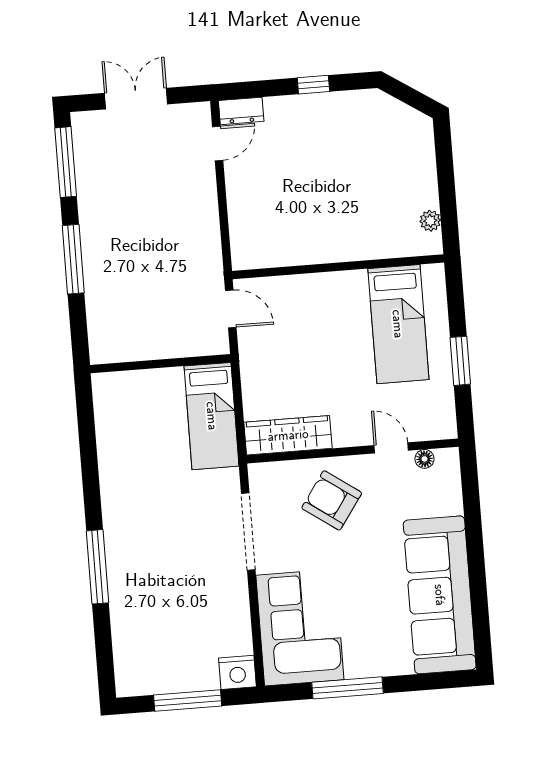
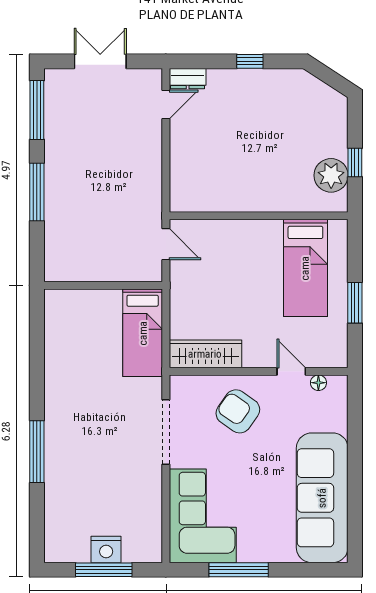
window: (447, 195) -> (355, 162), added
plant: (430, 221) -> (331, 175), width x1.88, depth x1.88
nightstand: (237, 672) -> (106, 549), moved

